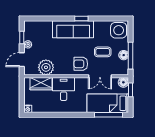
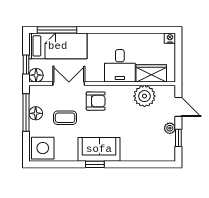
sofa: (73, 29) -> (99, 149), width x0.73
door: (22, 60) -> (178, 107), hinge flipped

